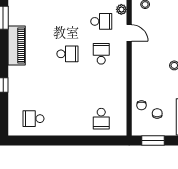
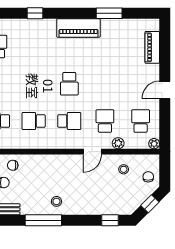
school desk: (101, 21) -> (105, 121), turned 180
school desk: (101, 86) -> (34, 121), added

